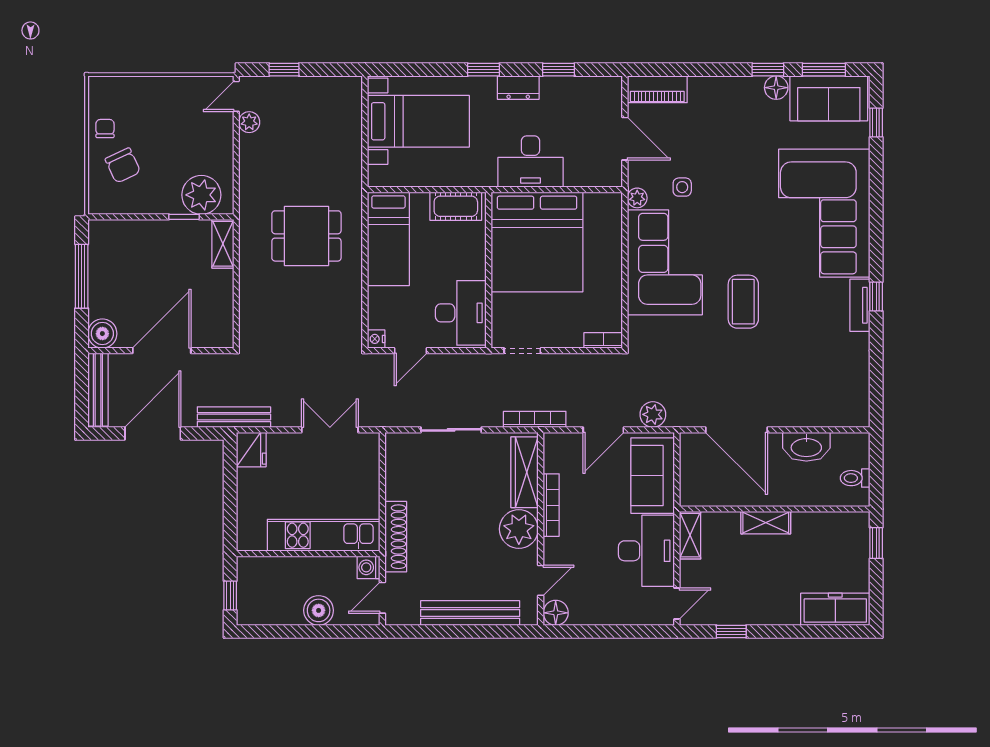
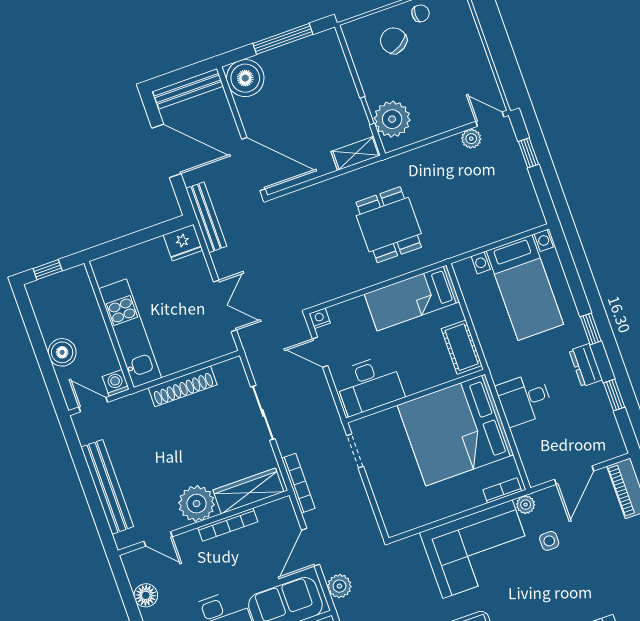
desk: (531, 162) -> (524, 399), width x0.73
chair: (123, 165) -> (394, 41), turned 83
boiler: (102, 334) -> (245, 78), width x1.37, depth x1.37
bookcase: (603, 340) -> (502, 490), moved, turned -90
door: (162, 351) -> (253, 164), moved
door: (603, 430) -> (311, 547), hinge flipped
shoe rack: (396, 537) -> (183, 386), moved
floor lamp: (556, 613) -> (146, 595), moved

